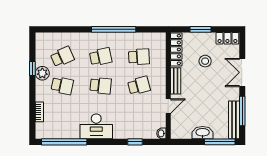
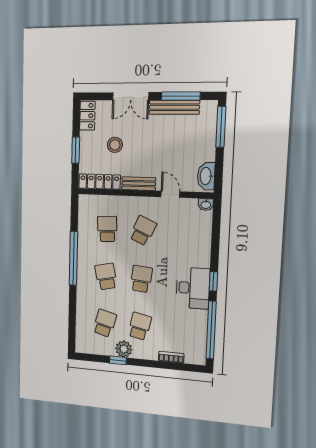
school desk: (62, 57) -> (105, 323), turned 39
school desk: (139, 86) -> (143, 231), turned 39
bench: (234, 120) -> (174, 107), moved
washbasin: (203, 133) -> (206, 176), moved
window: (135, 142) -> (213, 281), moved

